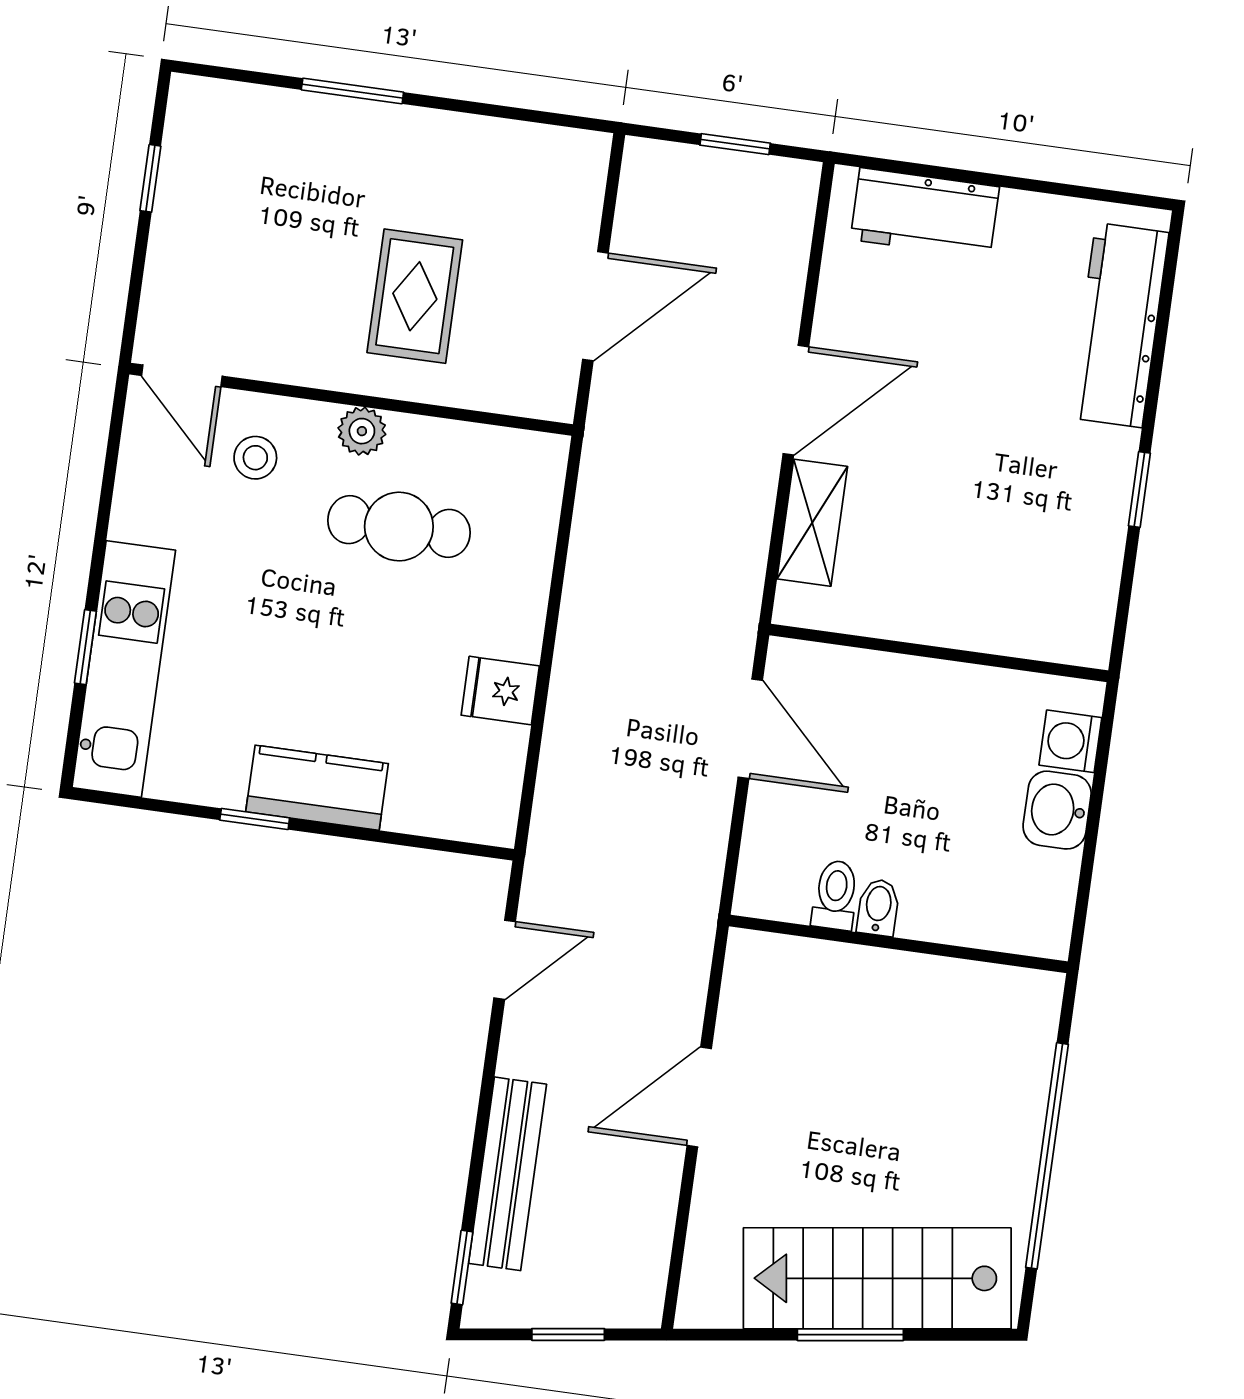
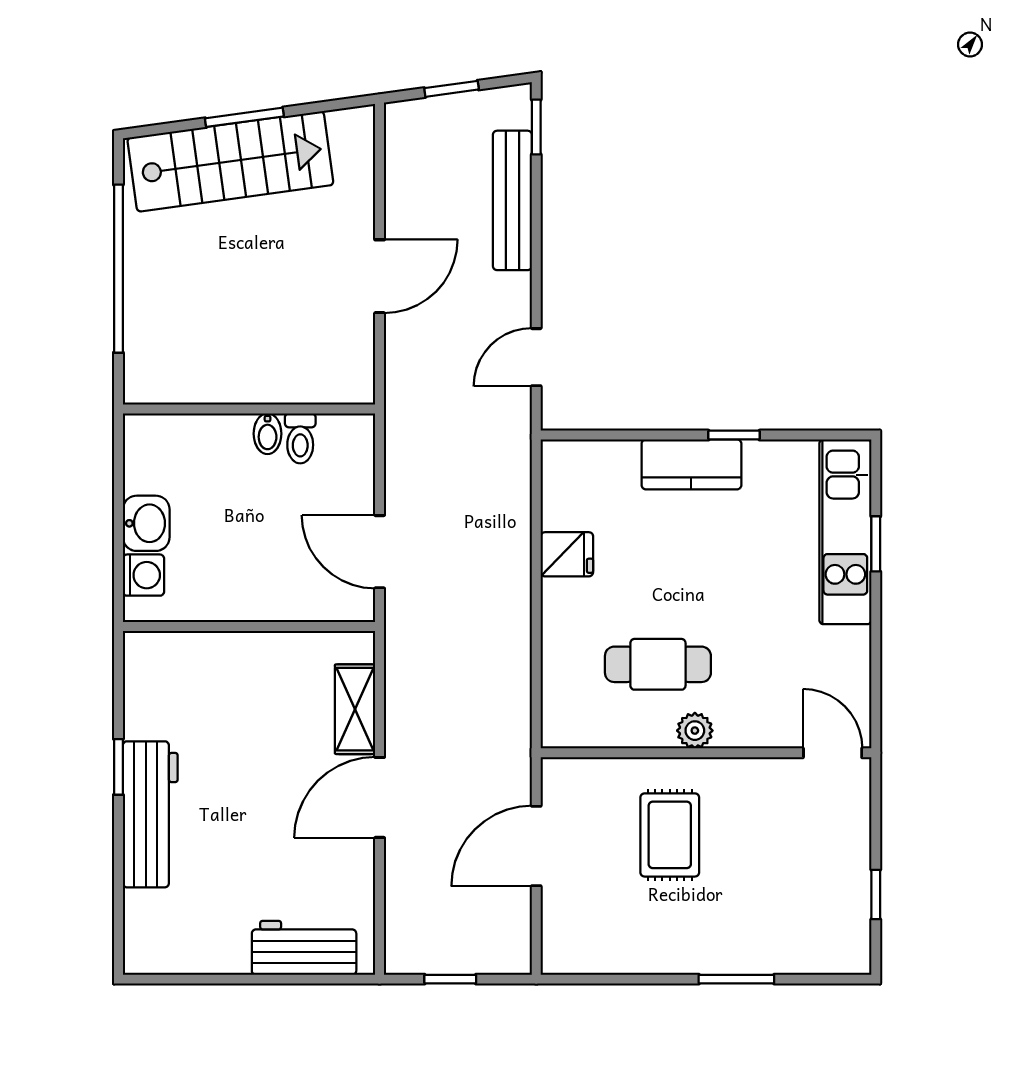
workbench: (1119, 325) -> (150, 814), moved
stool: (255, 458) -> (770, 700), removed

